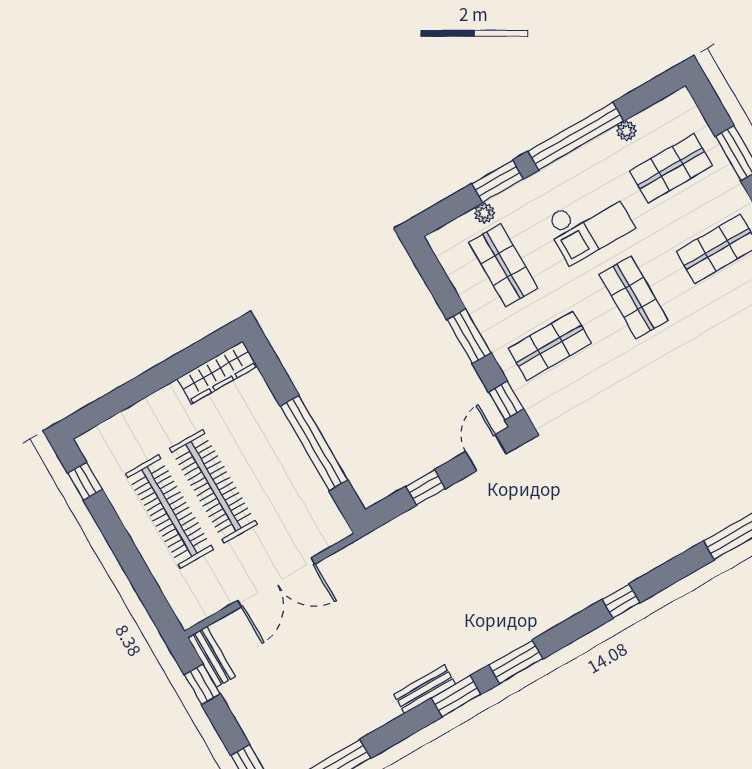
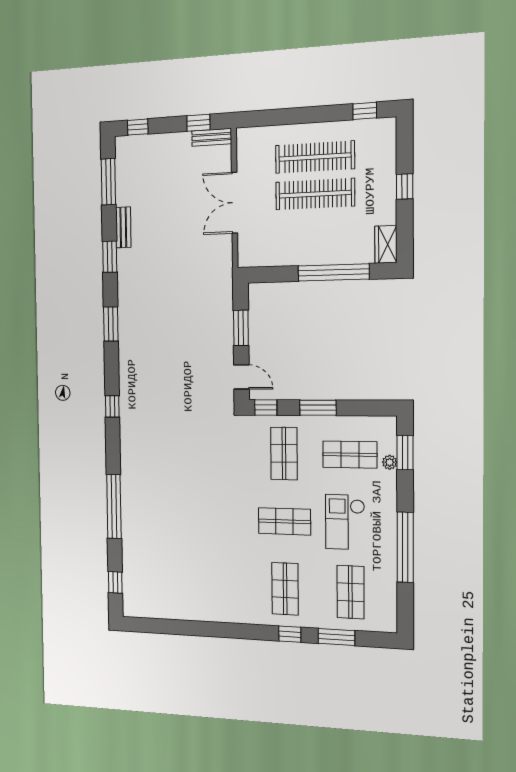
plant: (626, 131) -> (390, 580), removed
window: (498, 181) -> (405, 453), moved
wardrobe: (217, 372) -> (386, 244), width x0.67
window: (149, 383) -> (405, 187), added
window: (314, 443) -> (333, 272), moved
window: (426, 487) -> (241, 328), width x1.50
bench: (425, 689) -> (123, 227), moved
window: (456, 696) -> (110, 257), moved

